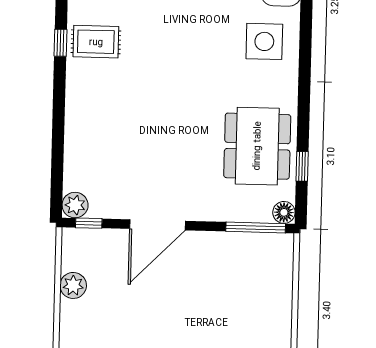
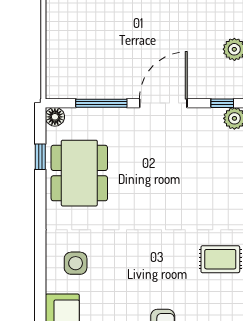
side table: (264, 41) -> (76, 263), width x0.73, depth x0.73
window: (256, 227) -> (101, 103), moved

